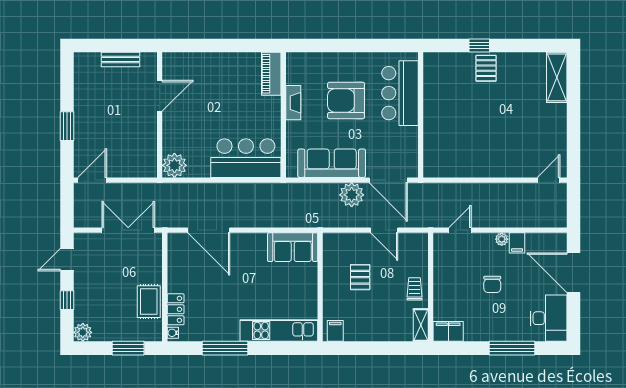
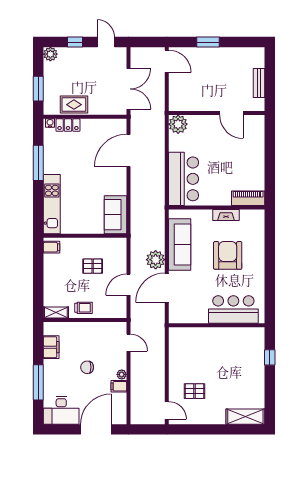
pallet: (486, 68) -> (195, 391), moved
bar counter: (400, 93) -> (233, 309), moved
wall: (421, 115) -> (217, 325), moved
filing cabinet: (448, 331) -> (51, 347), moved

